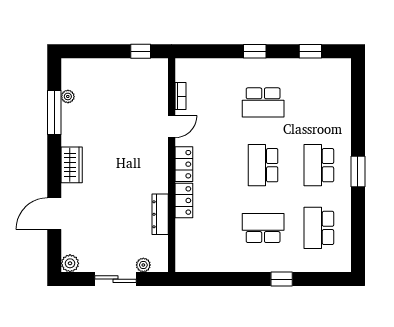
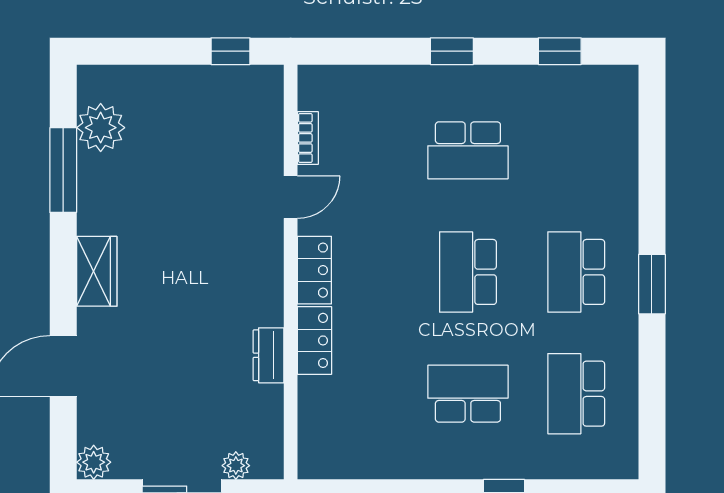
plant: (68, 96) -> (101, 128), width x1.87, depth x1.87
dresser: (160, 214) -> (268, 355), width x0.70

